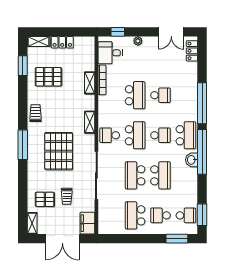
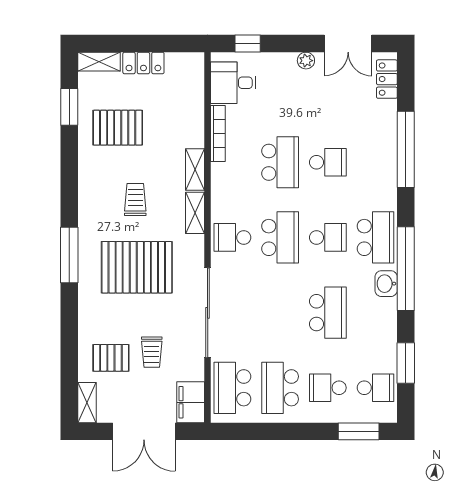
plant: (138, 41) -> (306, 61), moved
shelving: (90, 83) -> (195, 170), moved
window: (202, 103) -> (406, 149), moved
trolley: (35, 113) -> (135, 200), moved
pallet: (59, 151) -> (137, 267), turned 90
school desk: (135, 175) -> (232, 388), moved
window: (202, 215) -> (406, 363), moved

